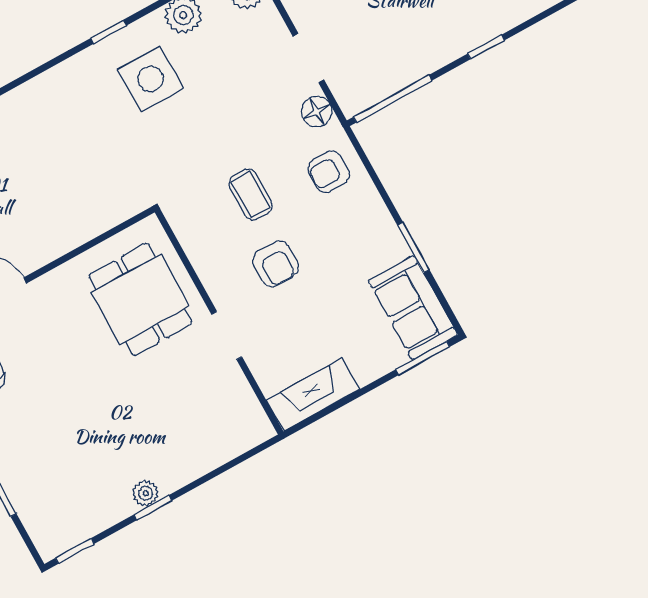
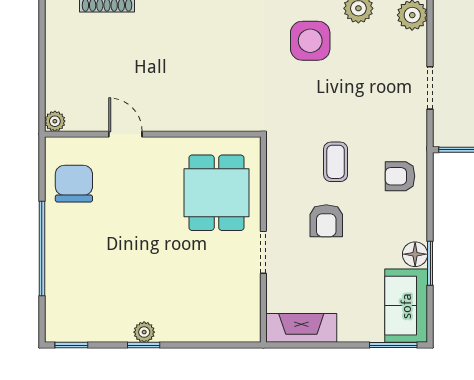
floor lamp: (317, 111) -> (415, 254), moved

